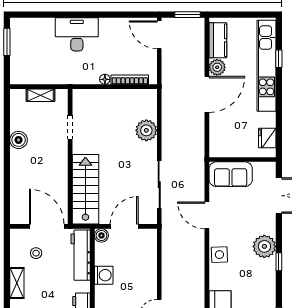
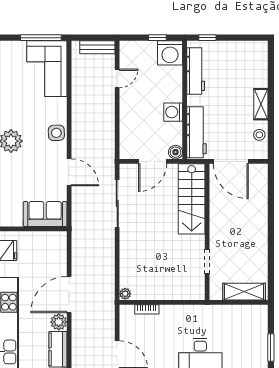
floor lamp: (105, 79) -> (172, 310), removed
bookcase: (130, 80) -> (147, 309), width x0.64
shelving: (41, 95) -> (244, 292), width x1.50, depth x1.33
plant: (146, 130) -> (125, 294), moved, width x0.53, depth x0.53
boiler: (19, 140) -> (259, 249), removed
stool: (36, 253) -> (259, 135), moved

